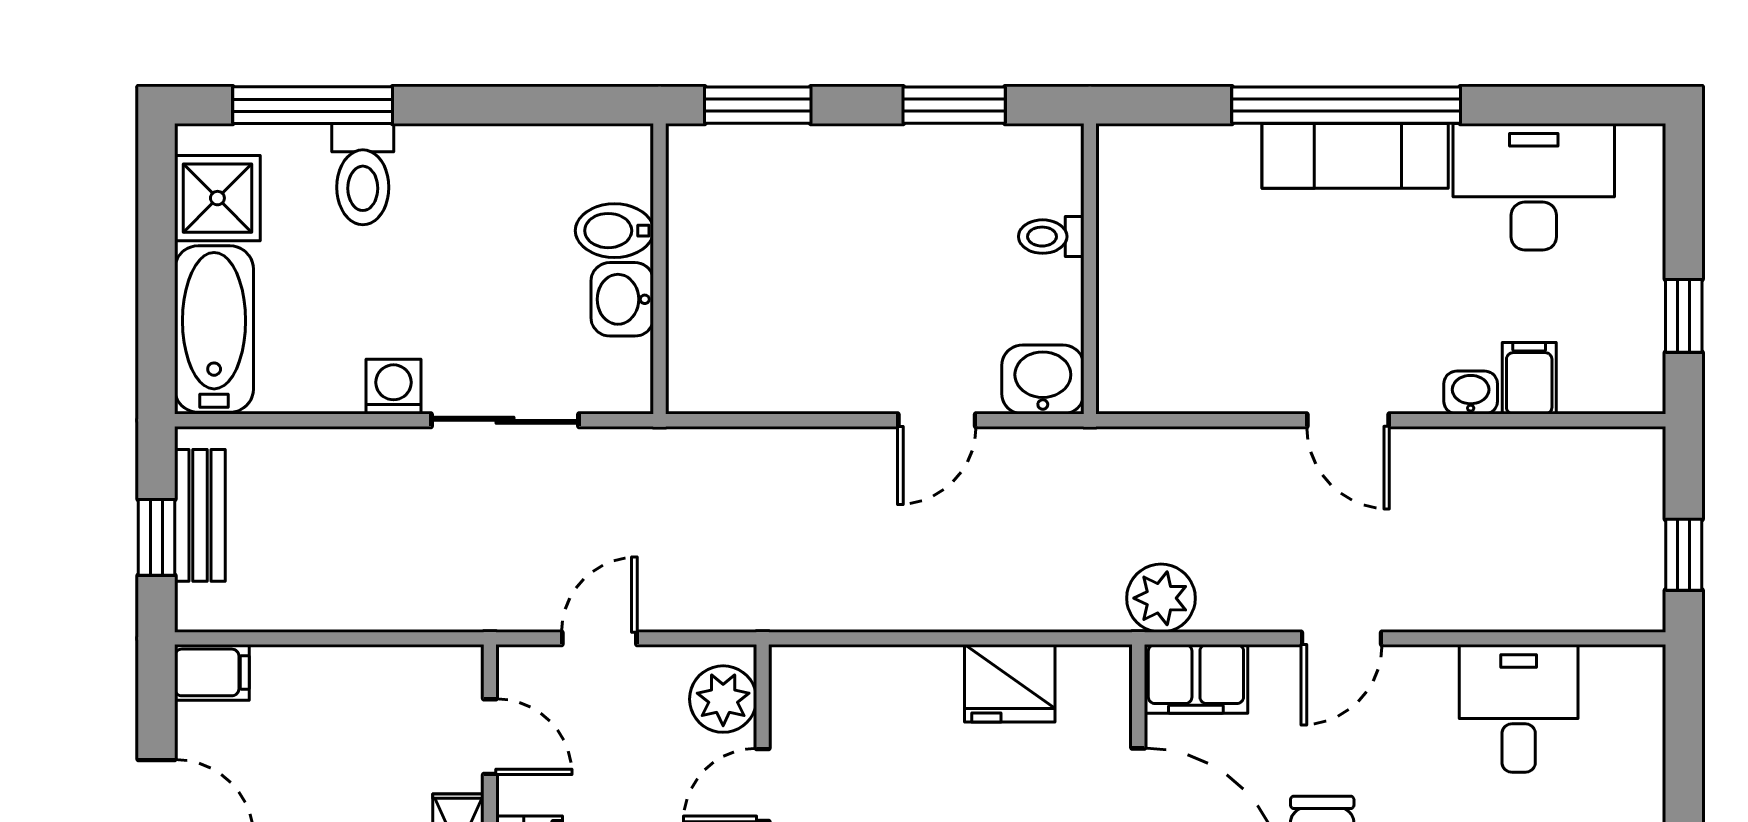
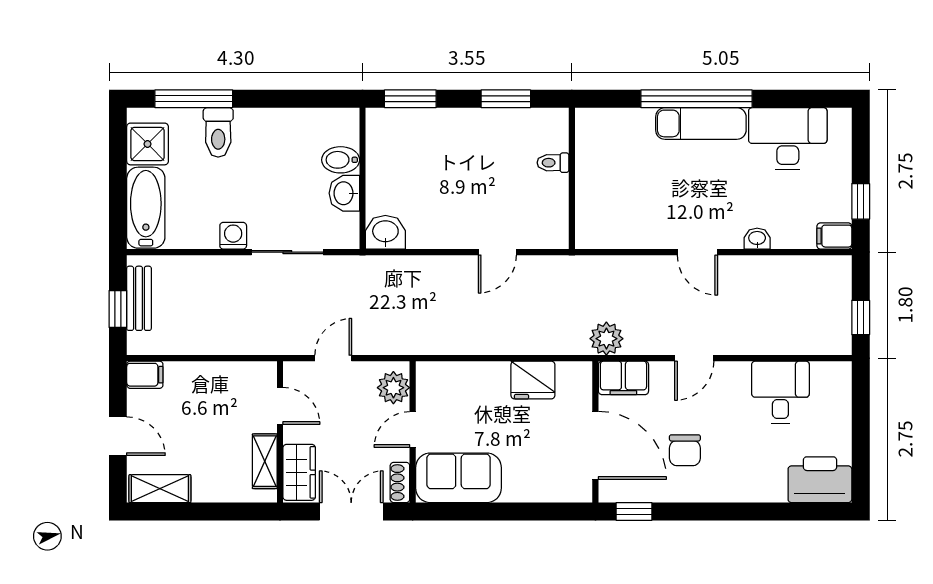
filing cabinet: (1529, 378) -> (834, 236), moved, turned -90
washbasin: (1043, 380) -> (385, 232), moved

